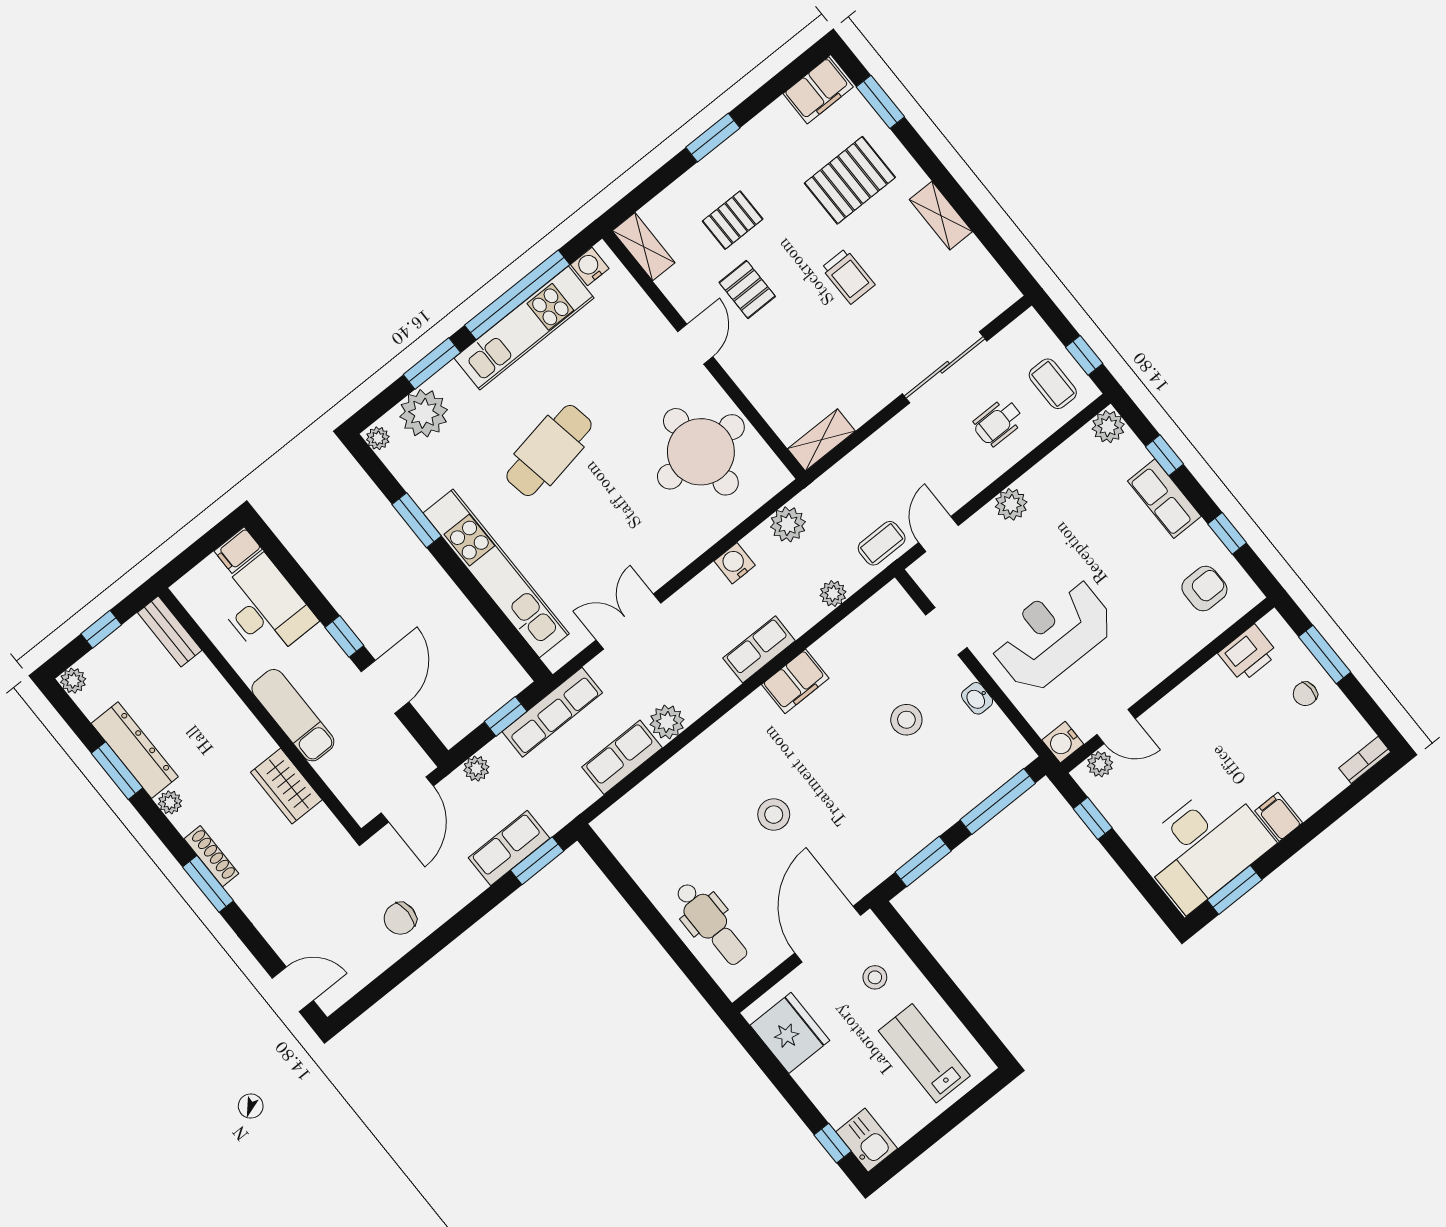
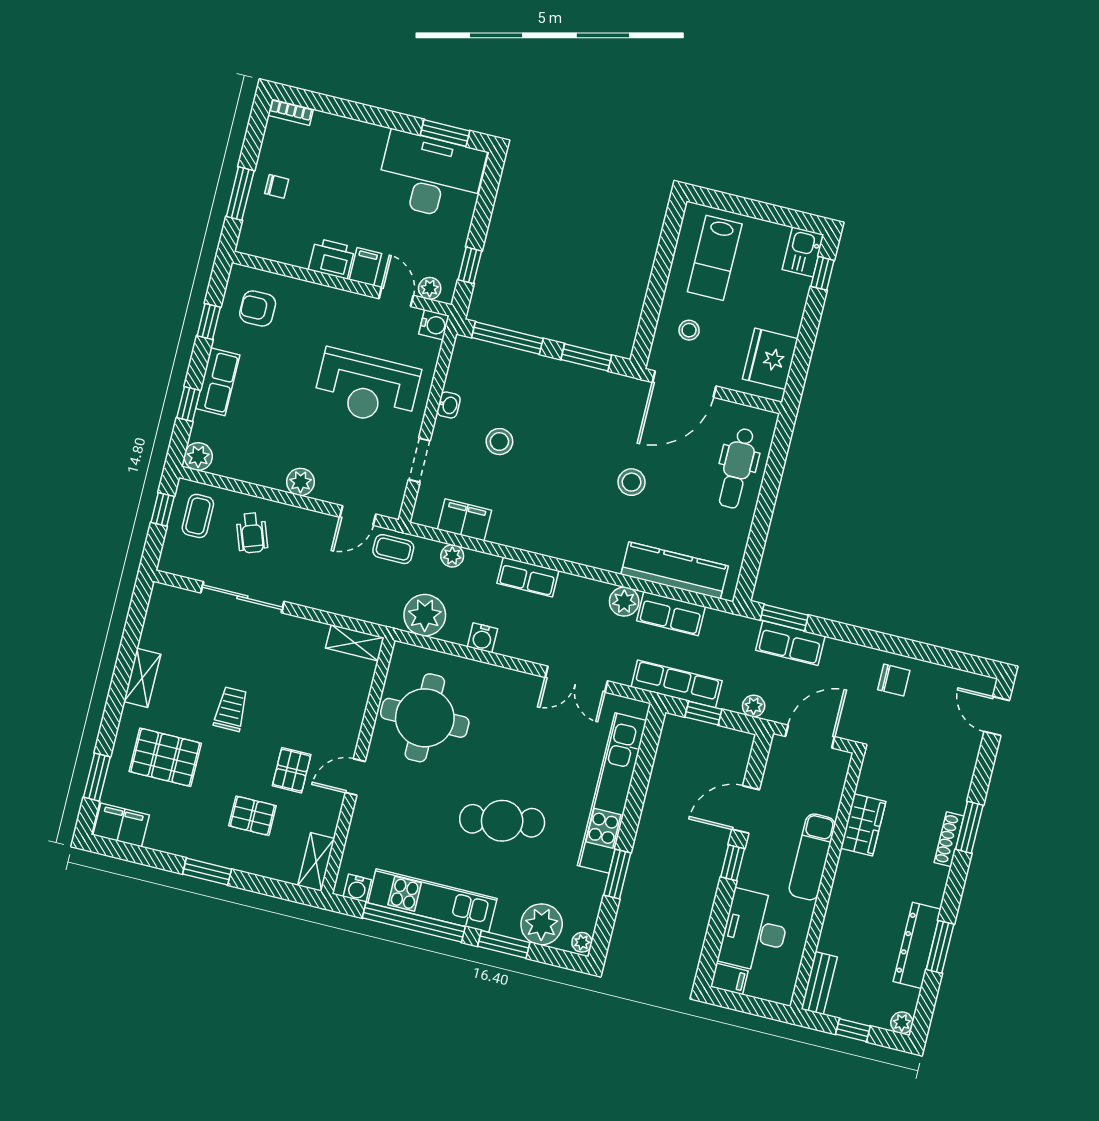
wheelchair: (998, 422) -> (252, 533), turned 70
plant: (788, 524) -> (425, 615), width x1.36, depth x1.36
printer: (1248, 653) -> (332, 259), moved
filing cabinet: (795, 681) -> (465, 520), moved
kitchen counter: (660, 792) -> (675, 570), added
plant: (170, 802) -> (934, 895), removed
filing cabinet: (1279, 817) -> (365, 267), moved, turned 180
dental chair: (711, 924) -> (737, 468), turned 180

